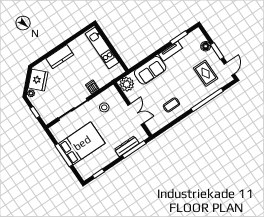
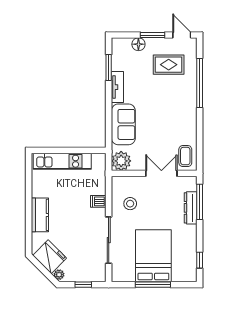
coffee table: (171, 105) -> (185, 156), moved

